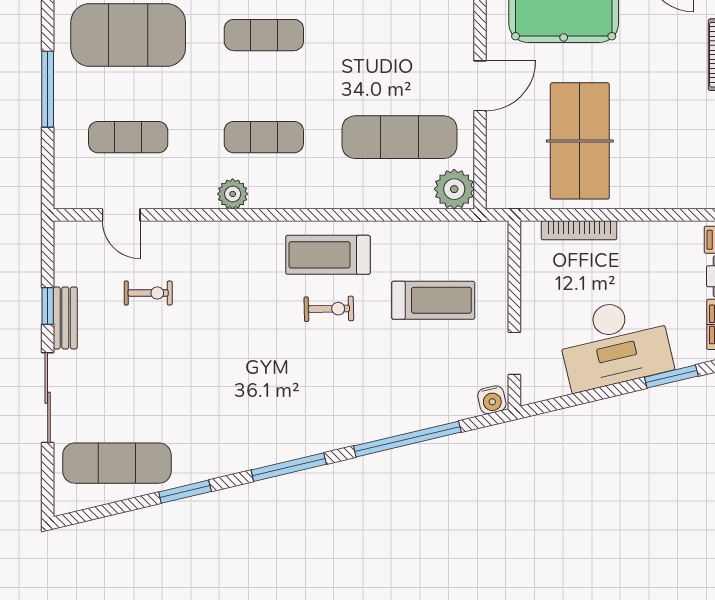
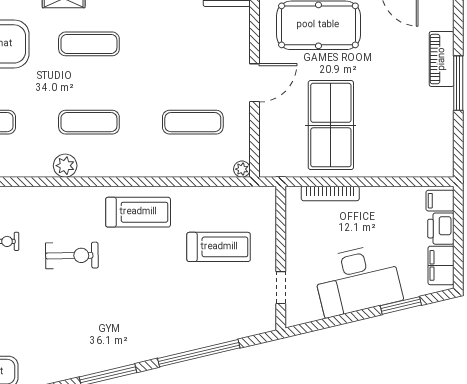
exercise mat: (399, 137) -> (193, 122), width x0.73, depth x0.69
plant: (454, 189) -> (242, 169), width x0.53, depth x0.53
treadmill: (328, 255) -> (138, 212), turned 180
exercise bike: (329, 309) -> (72, 255), moved, width x1.38, depth x1.39
water cooler: (492, 400) -> (263, 323), removed

